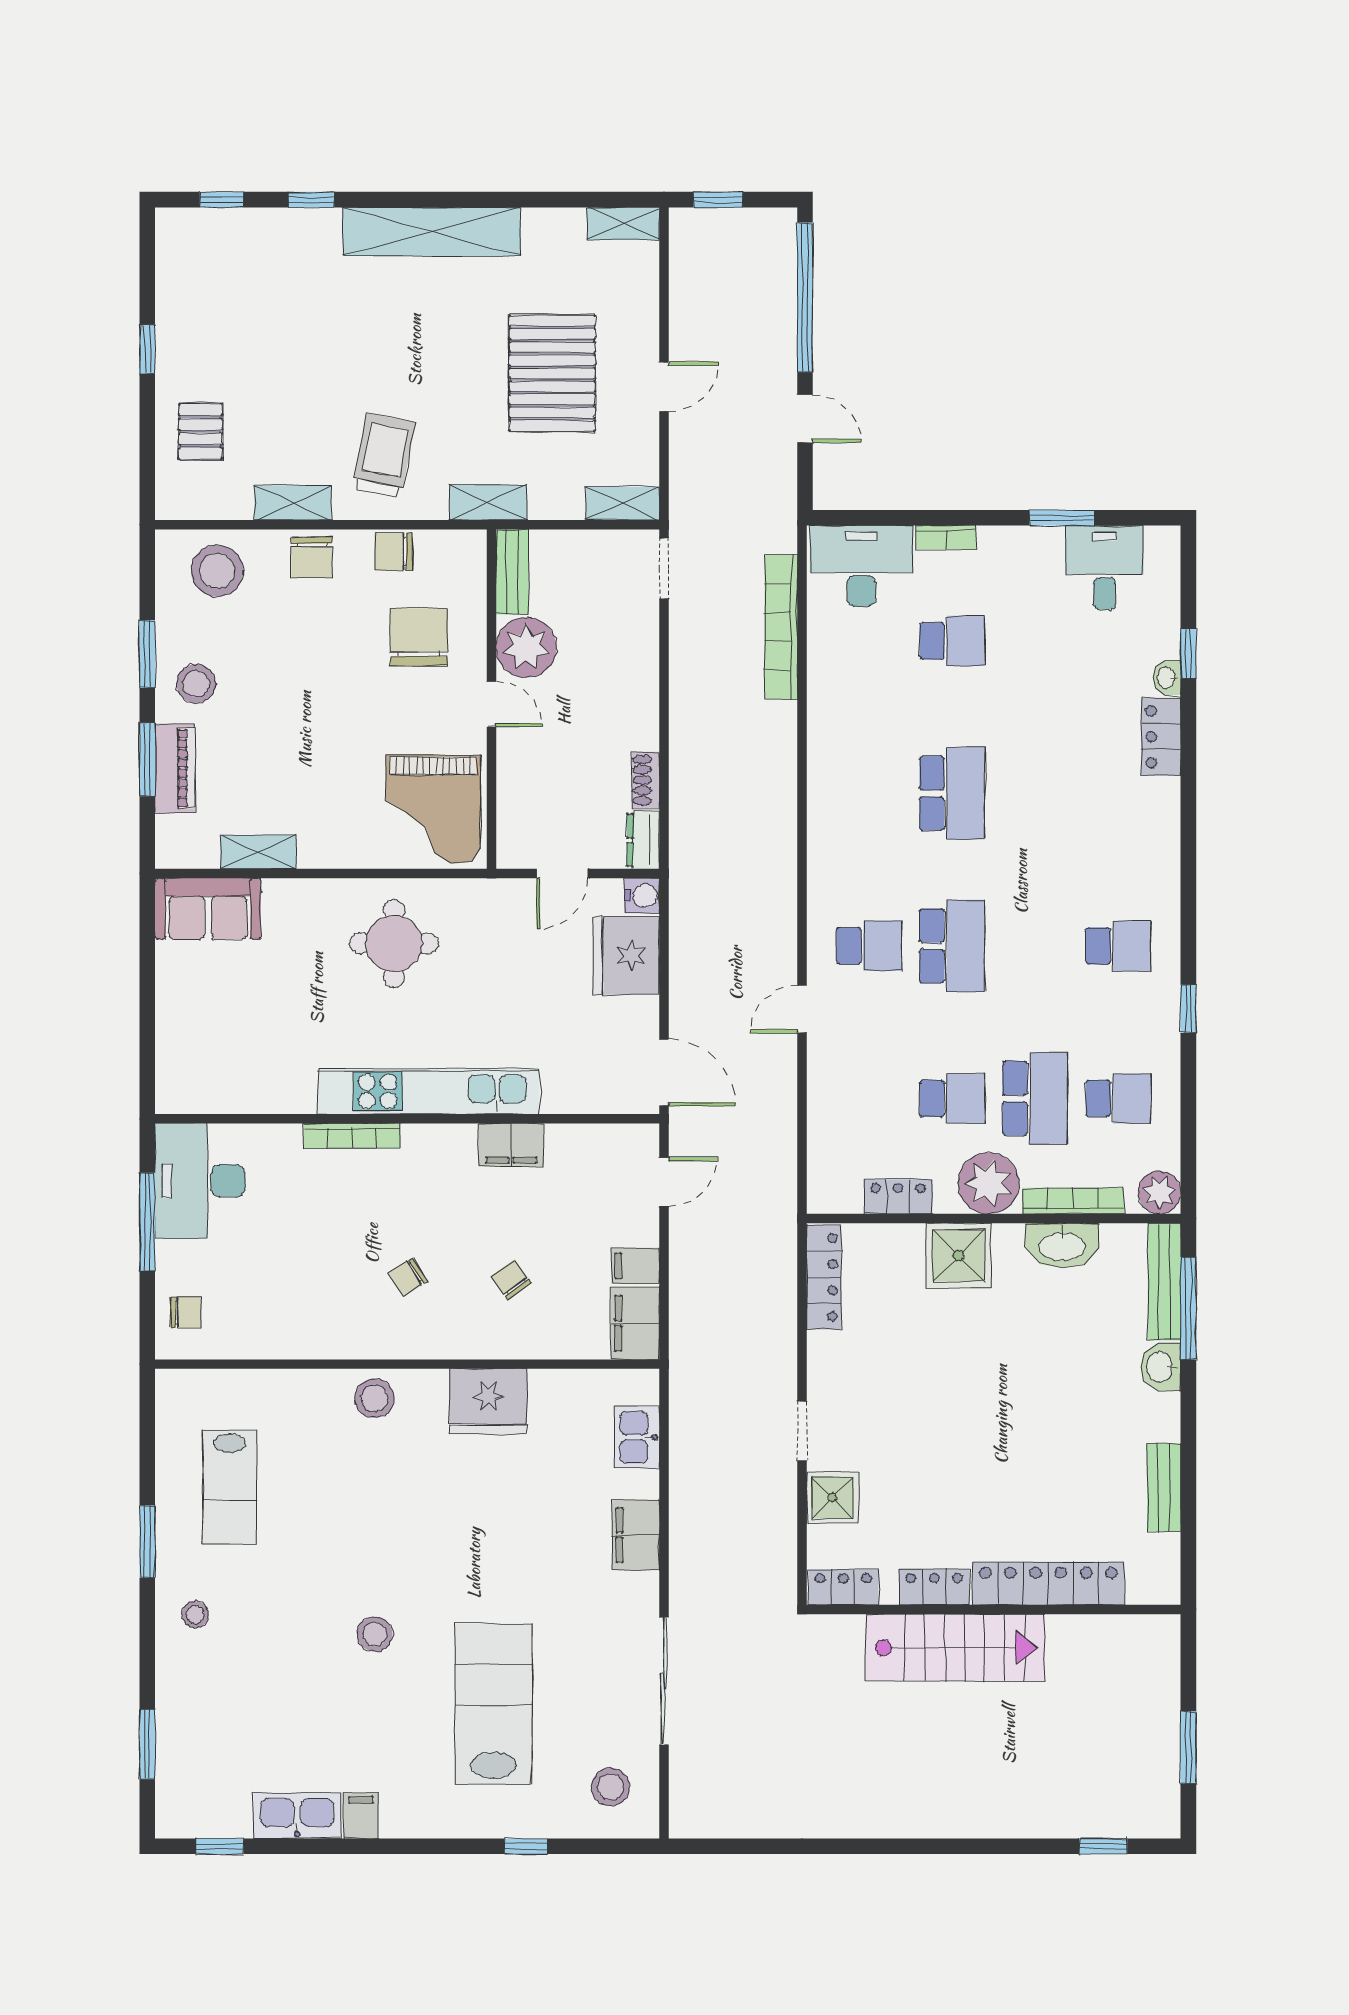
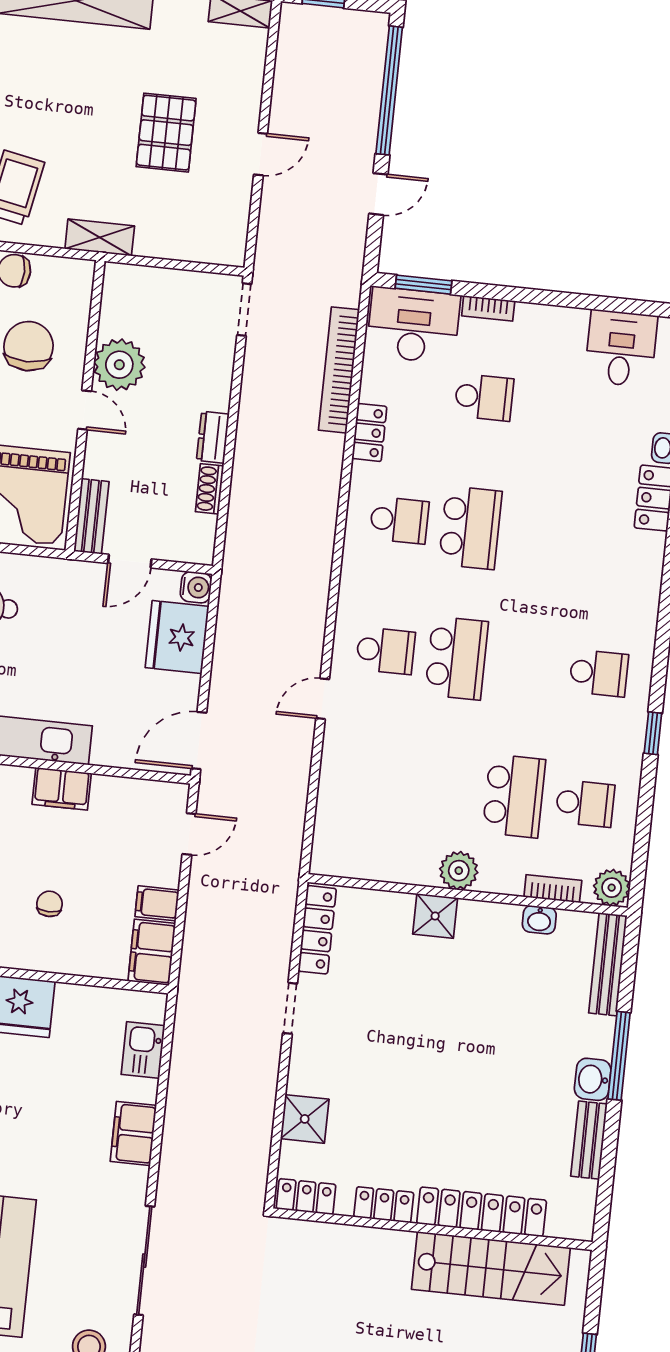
pallet: (552, 373) -> (166, 133), width x0.73, depth x0.71
door: (805, 419) -> (378, 194), hinge flipped
shelving: (623, 503) -> (215, 250), removed
window: (1062, 518) -> (423, 285), moved
bench: (512, 572) -> (91, 516), moved
dresser: (643, 840) -> (213, 437), moved
door: (664, 1072) -> (199, 740), swing flipped
school desk: (952, 1098) -> (399, 520), moved
plant: (989, 1183) -> (459, 871), width x0.73, depth x0.73
locker: (898, 1197) -> (369, 432), moved, turned 90
bookcase: (1073, 1201) -> (553, 889), width x0.64
washbasin: (1062, 1245) -> (539, 920), width x0.52, depth x0.69
shower: (959, 1255) -> (435, 916), width x0.73, depth x0.73
chair: (511, 1280) -> (50, 904), turned 36
window: (1188, 1308) -> (619, 1056), moved
washbasin: (1161, 1367) -> (593, 1079), moved
doorway: (802, 1431) -> (290, 1008), moved
stairs: (955, 1648) -> (491, 1268), moved

